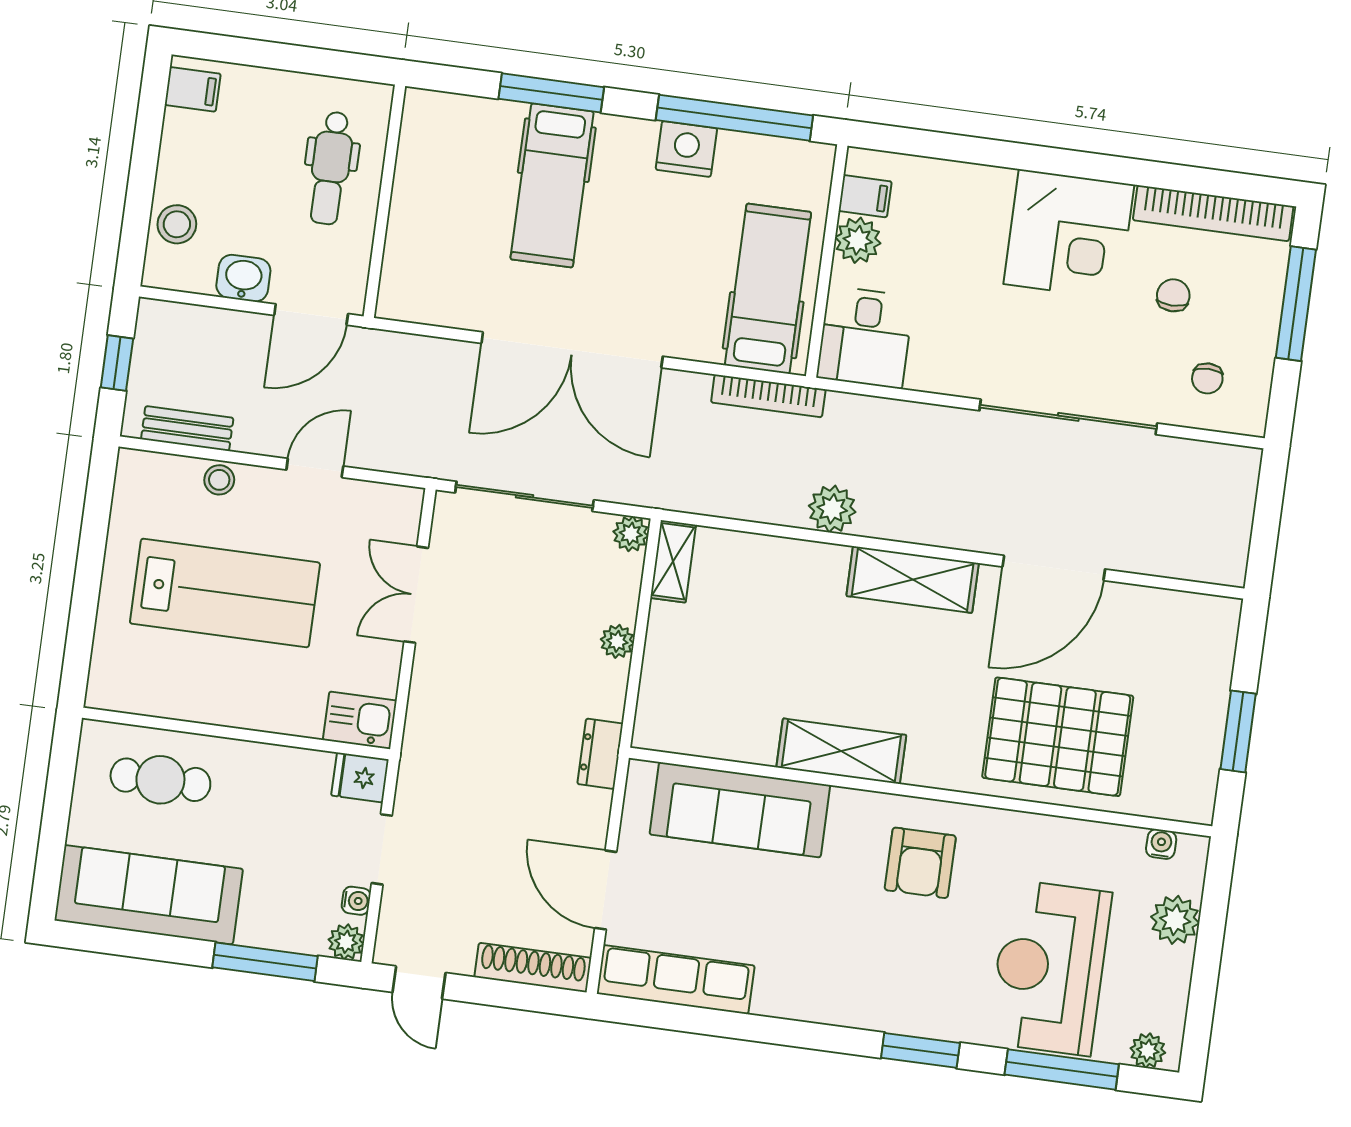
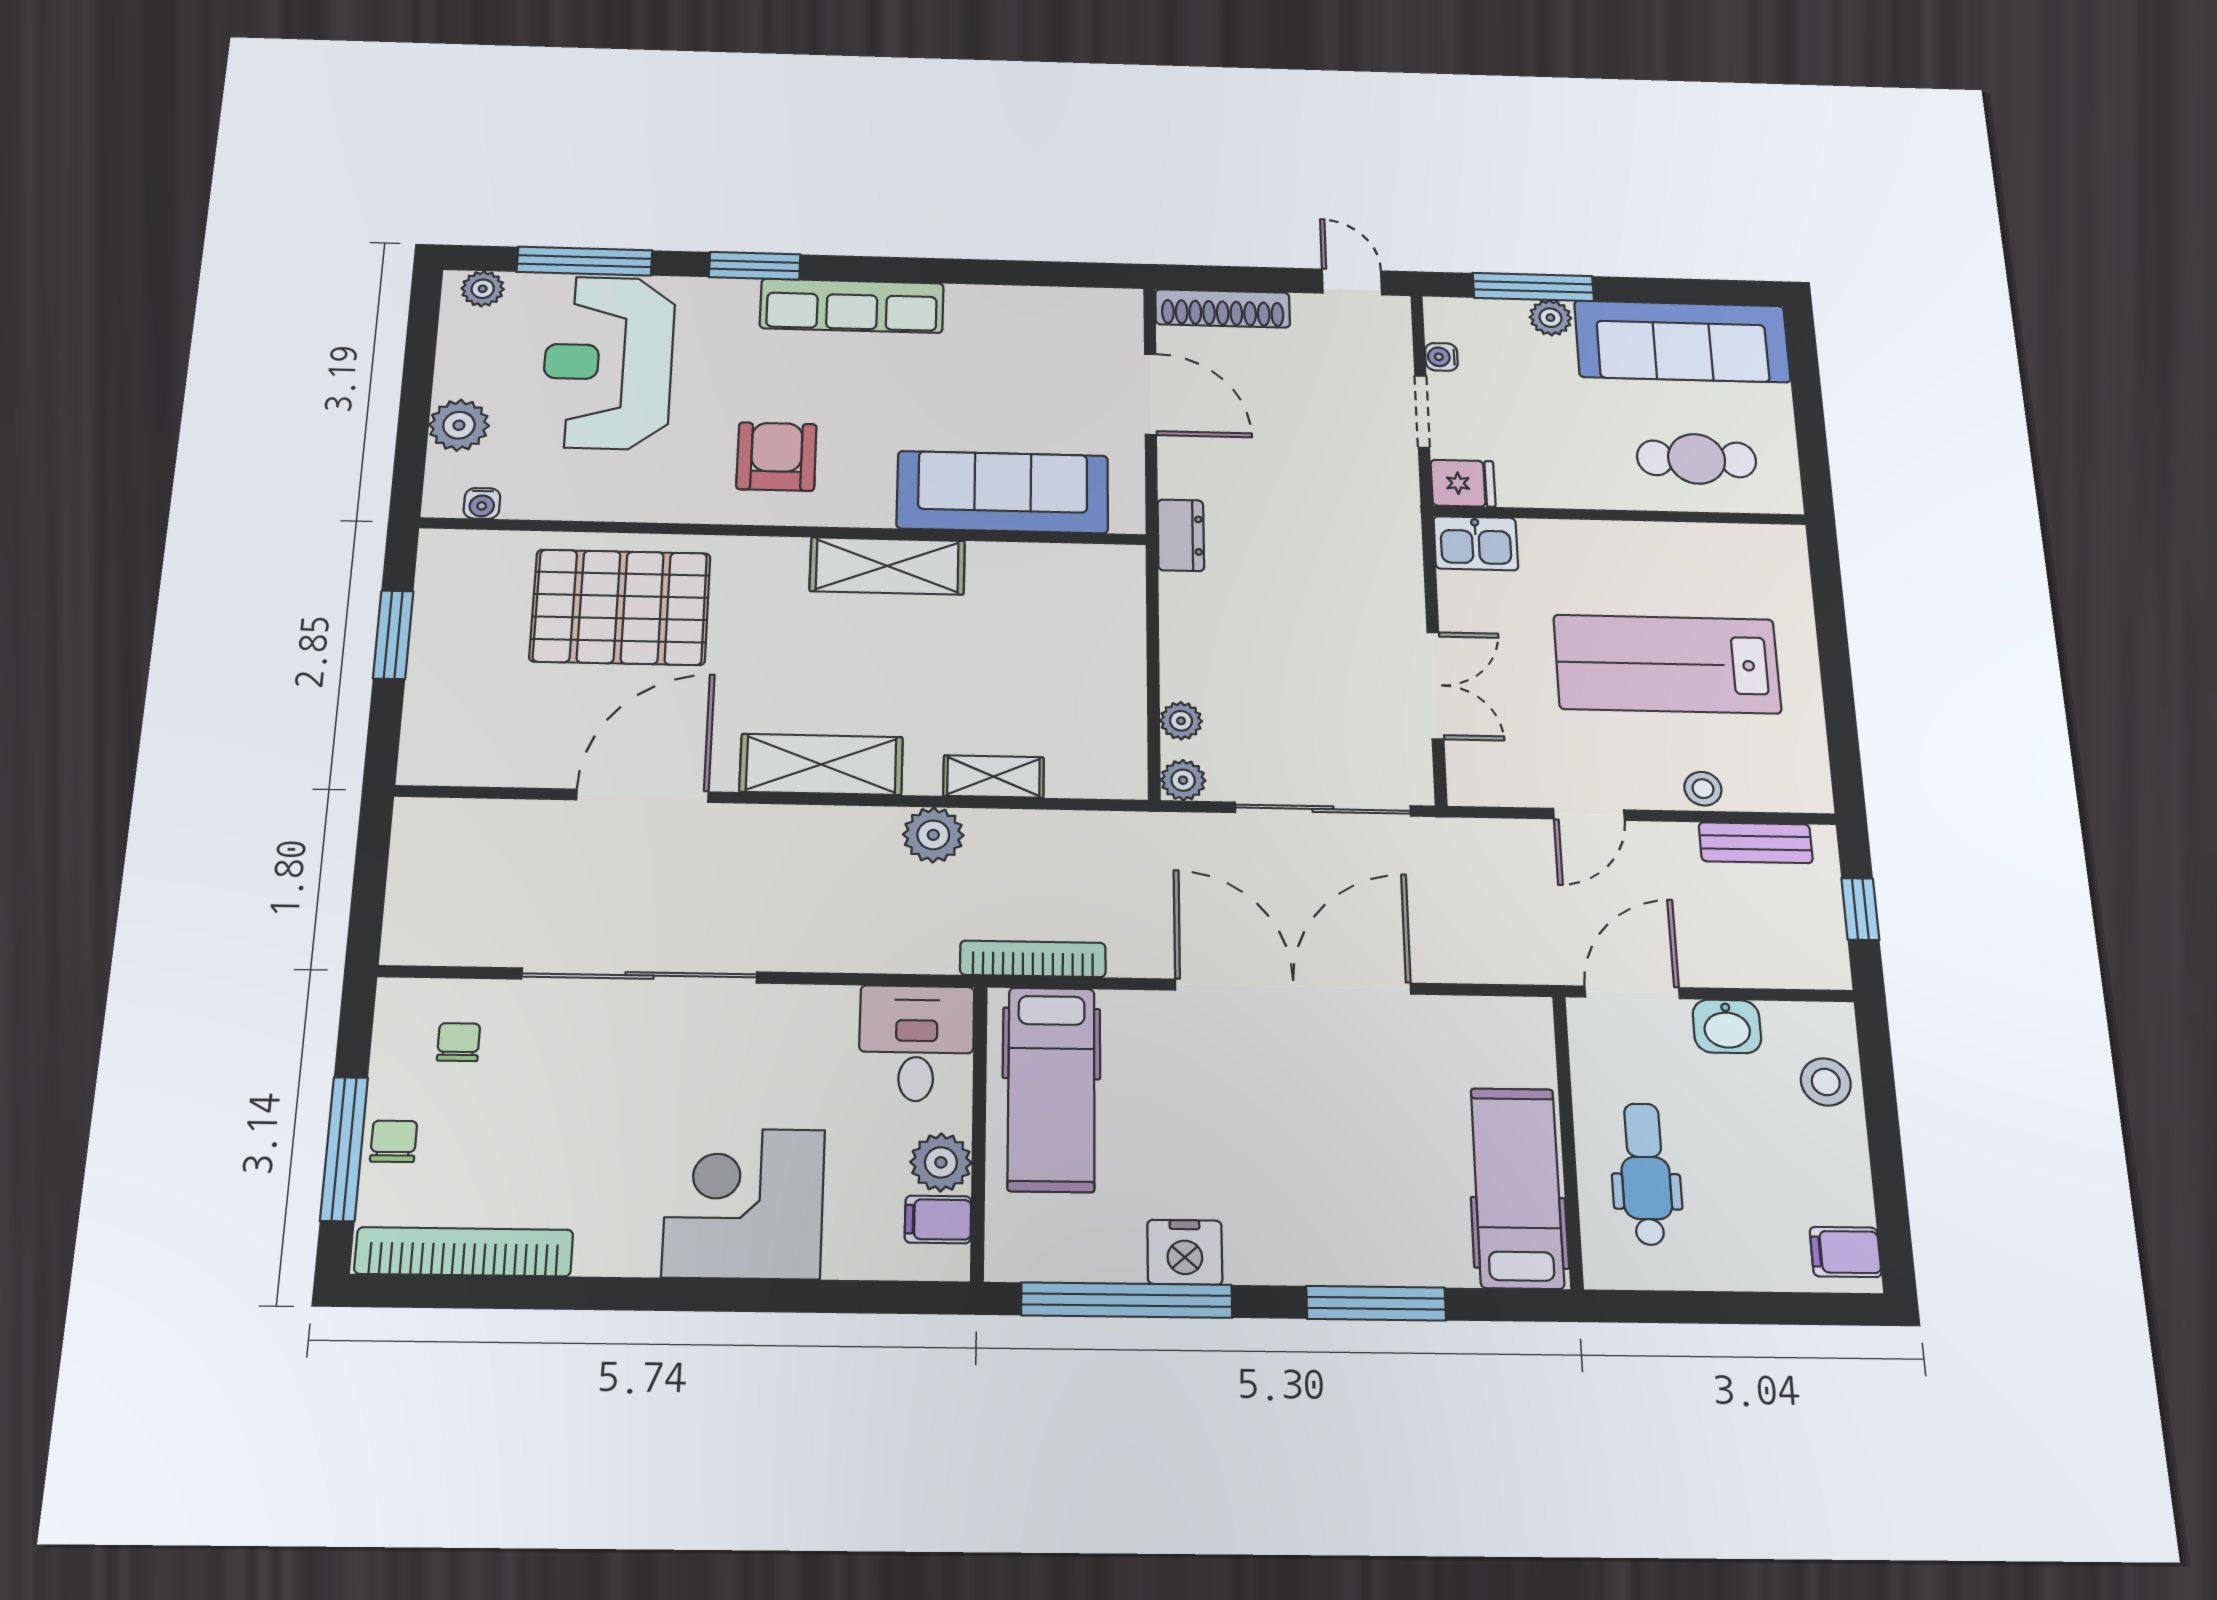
hospital bed: (552, 185) -> (1517, 1188), moved
corner desk: (1069, 234) -> (744, 1203), moved
chair: (1173, 295) -> (394, 1141), moved, turned 180
shelving: (673, 561) -> (994, 777), moved, turned 90
plant: (617, 641) -> (1181, 721), moved
plant: (346, 942) -> (1550, 318), moved
reception desk: (1050, 968) -> (608, 362), turned 180
row of seats: (676, 980) -> (852, 306), moved

